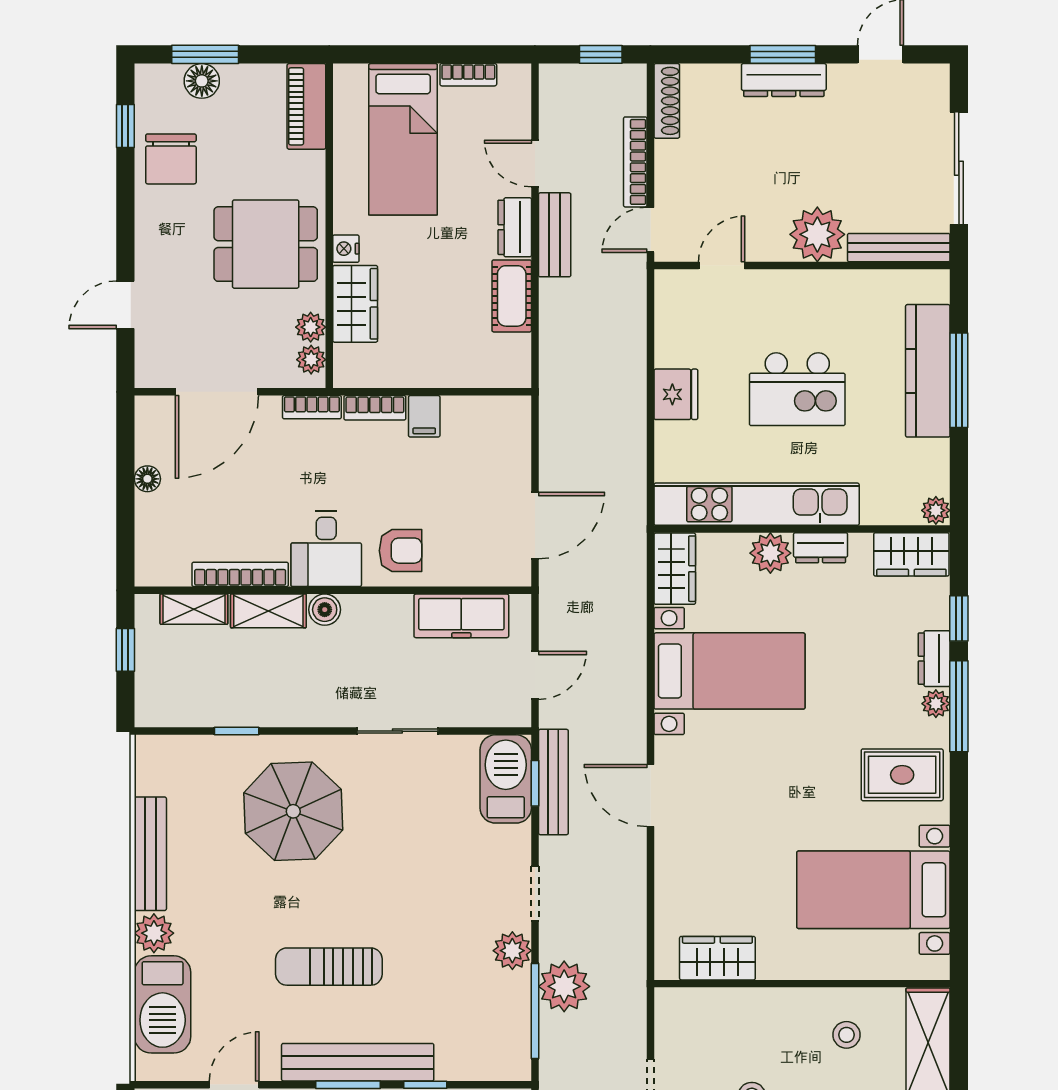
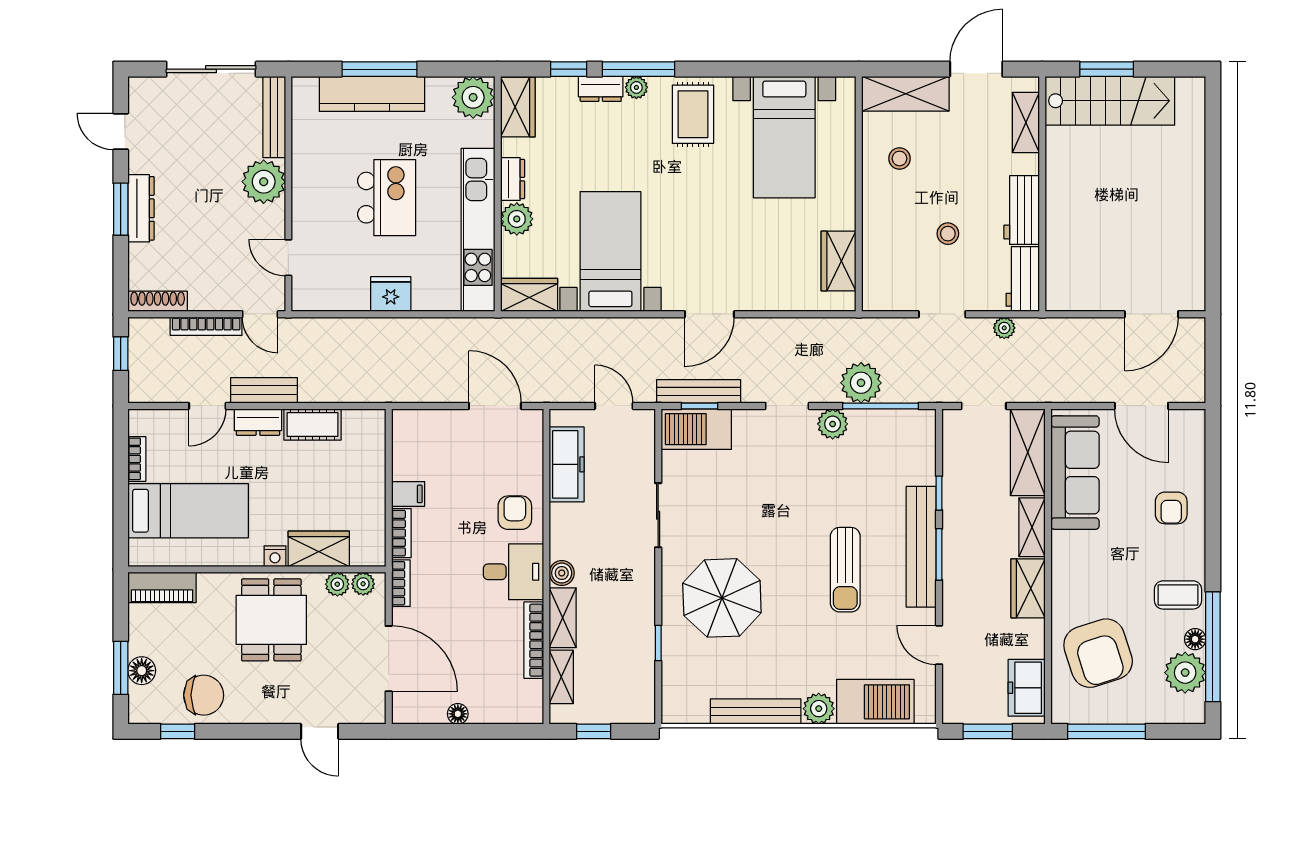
plant: (936, 510) -> (473, 97), width x1.87, depth x1.87

